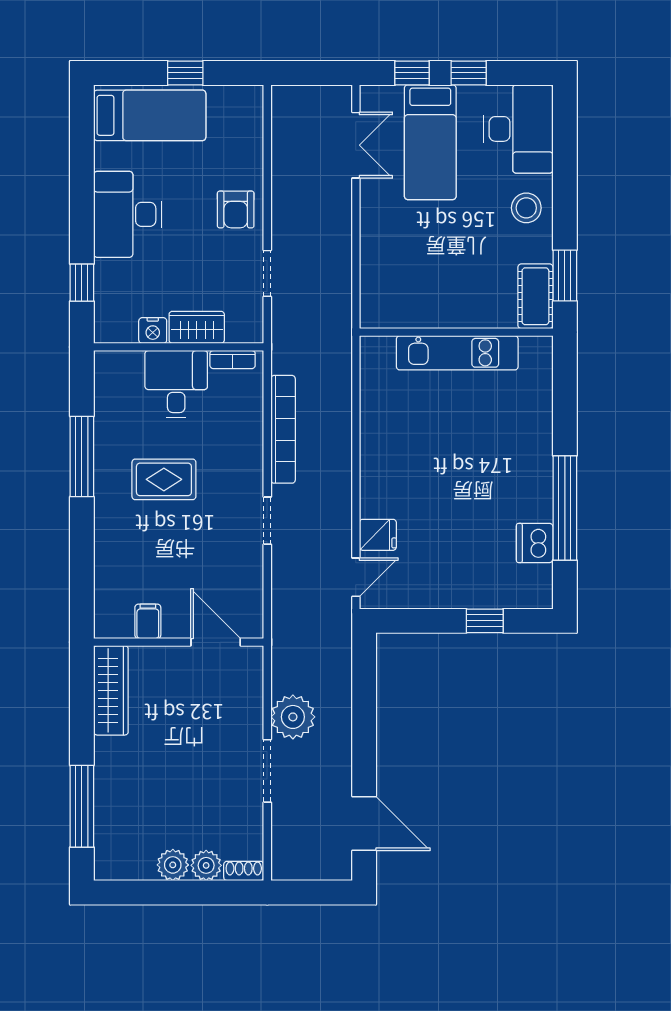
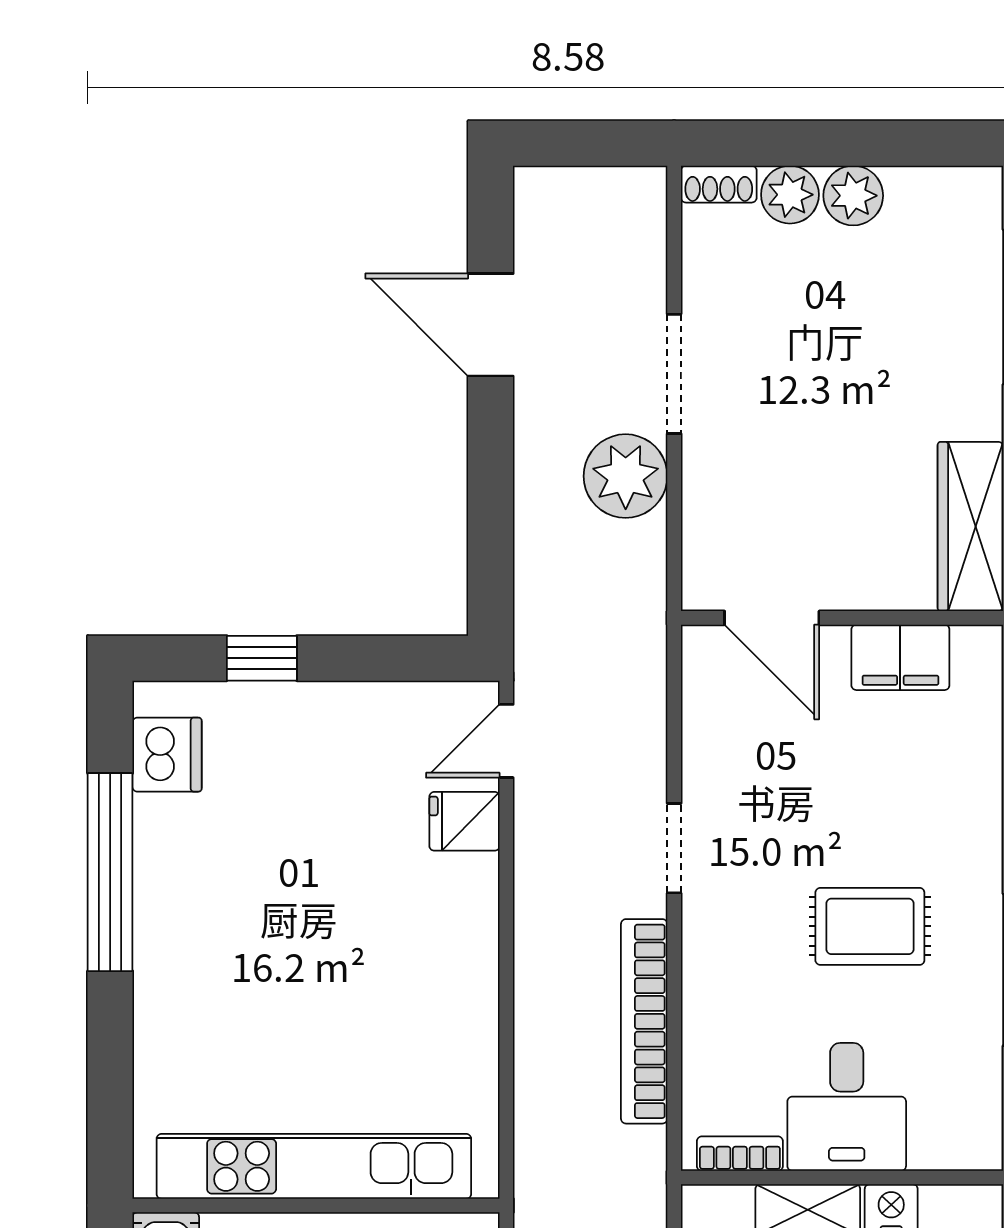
kitchen unit: (457, 353) -> (314, 1166), width x1.36
dishwasher: (535, 543) -> (167, 755), moved
filing cabinet: (148, 621) -> (900, 657), width x2.00
door: (364, 823) -> (491, 325), moved

